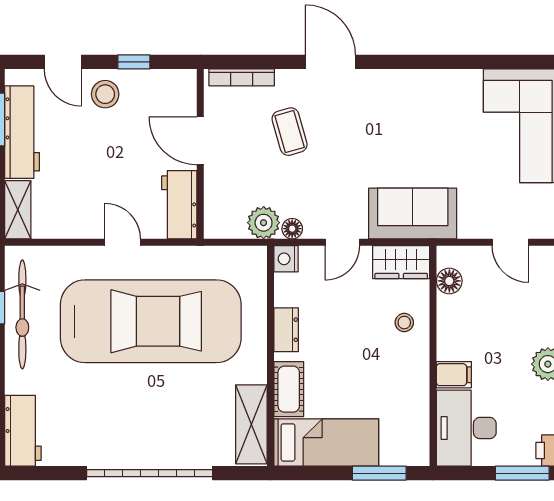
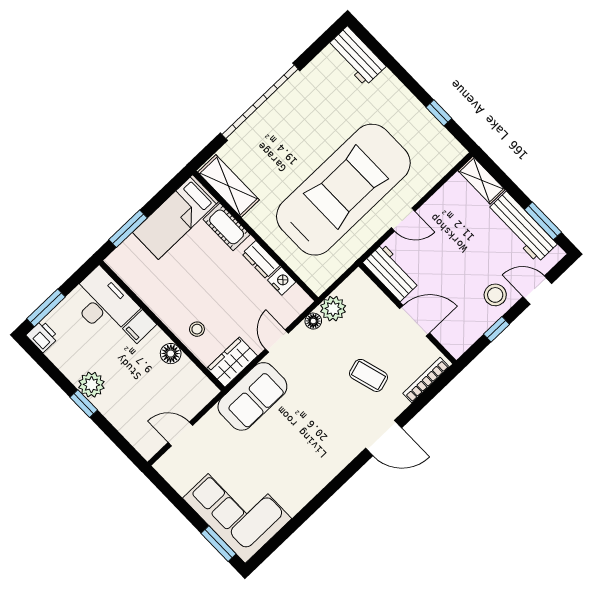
nightstand: (286, 259) -> (282, 281), moved
floor lamp: (449, 281) -> (171, 354), moved
bicycle: (22, 314) -> (421, 123), removed
car: (151, 321) -> (343, 190), turned 180

